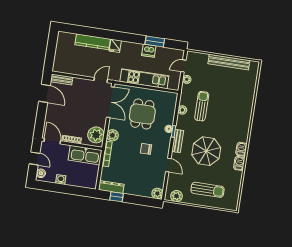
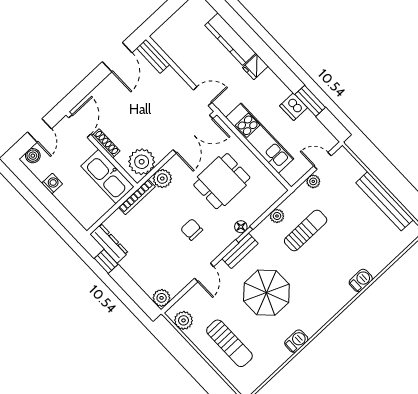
barbecue: (241, 149) -> (361, 280), moved

